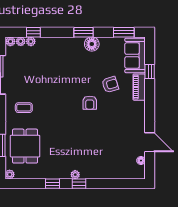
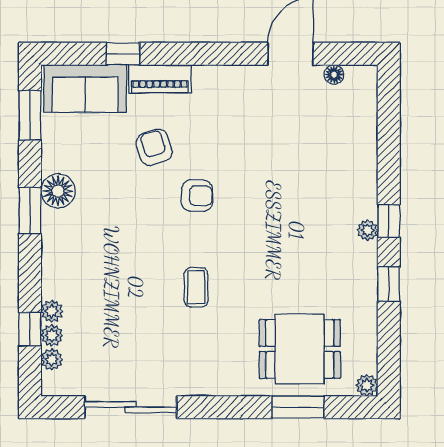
plant: (10, 41) -> (52, 311), moved
coffee table: (24, 108) -> (196, 287), moved

